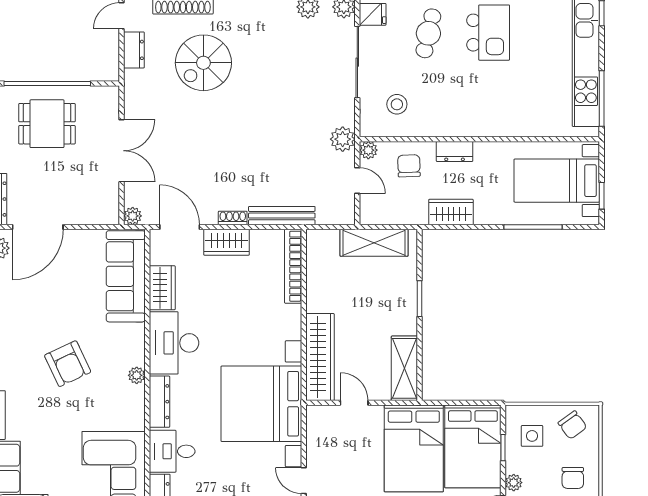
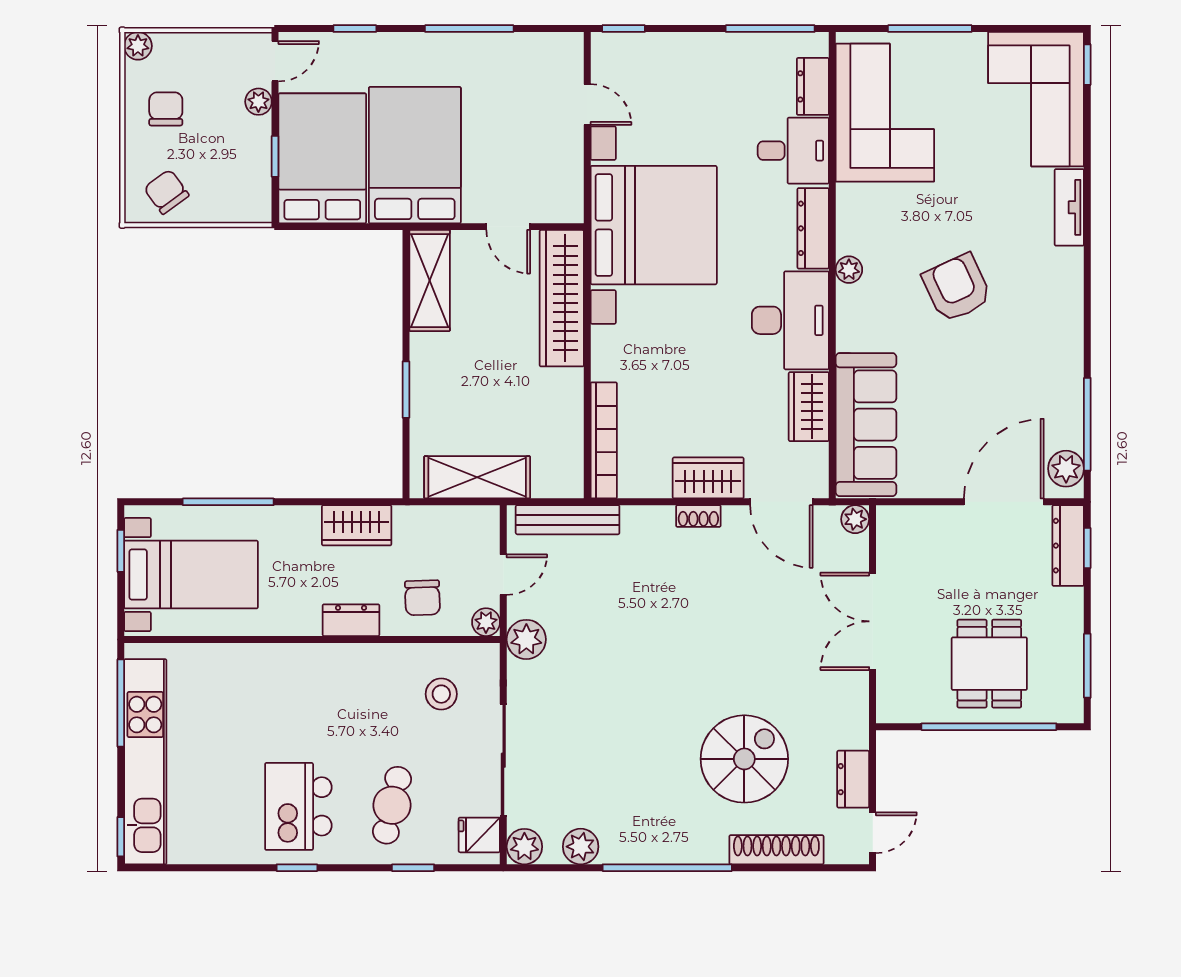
dining table: (47, 124) -> (989, 664), turned 90
door: (357, 181) -> (503, 575), swing flipped
bench: (282, 216) -> (568, 520), moved
side table: (532, 436) -> (230, 175), removed

